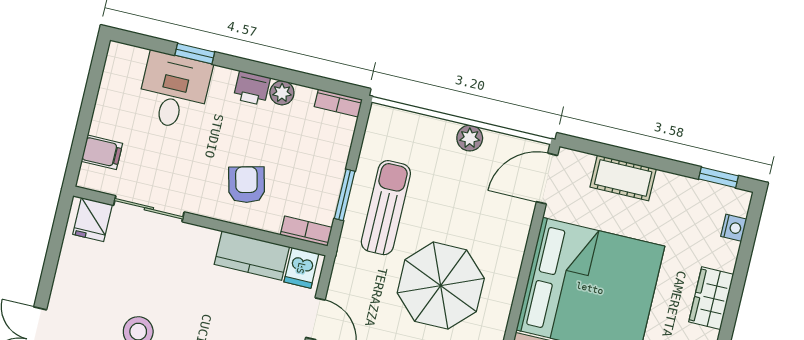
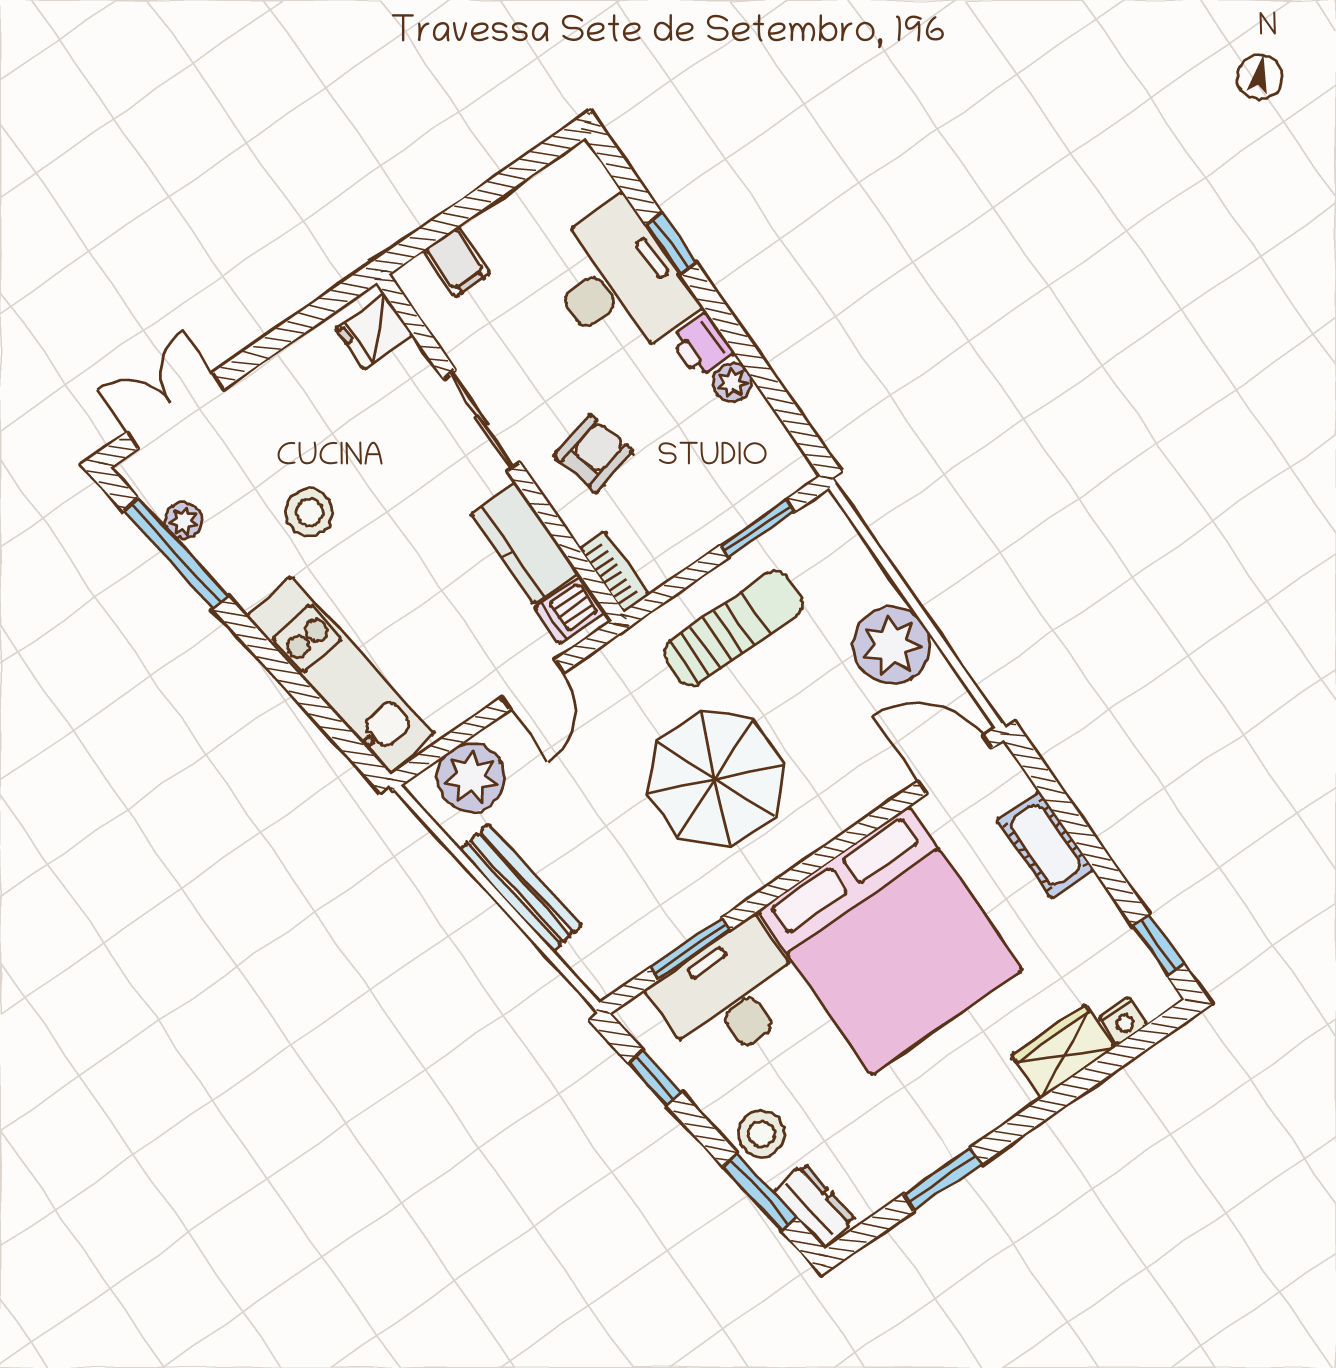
desk: (174, 91) -> (618, 282), width x1.37
bookcase: (338, 103) -> (788, 454), removed
plant: (470, 138) -> (892, 645), width x1.88, depth x1.88
window: (345, 195) -> (757, 529), moved
sliding door: (149, 209) -> (482, 420), moved
wardrobe: (711, 298) -> (1063, 1052), moved

